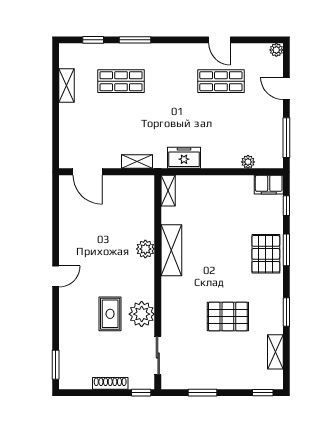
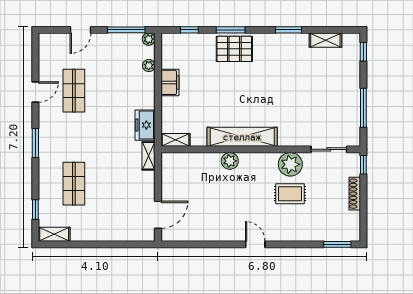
window: (135, 40) -> (35, 143), moved
plant: (276, 50) -> (149, 39), moved
shelving: (66, 85) -> (54, 234), moved
shelving: (137, 162) -> (148, 156), moved
filing cabinet: (269, 185) -> (170, 82), moved
shelving: (171, 250) -> (242, 137), width x1.47
pallet: (228, 317) -> (293, 84), removed
window: (203, 393) -> (363, 108), width x1.44

